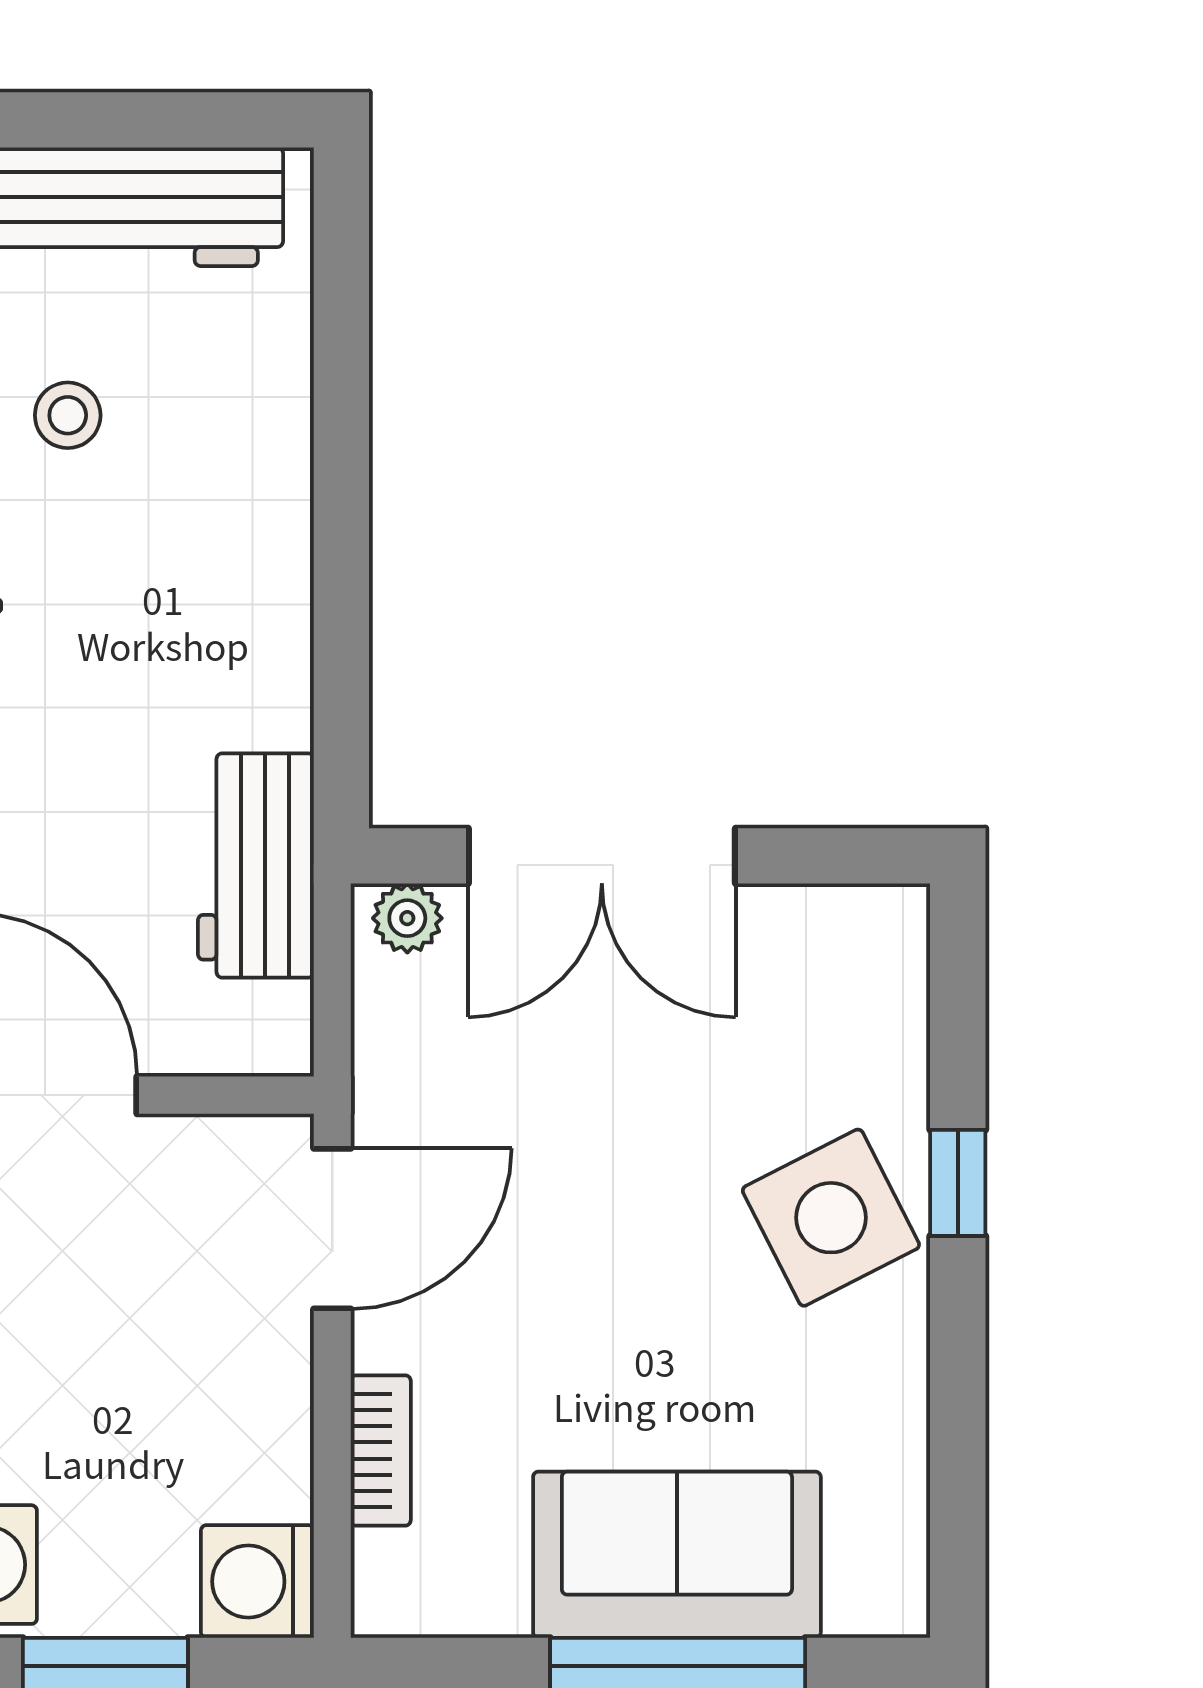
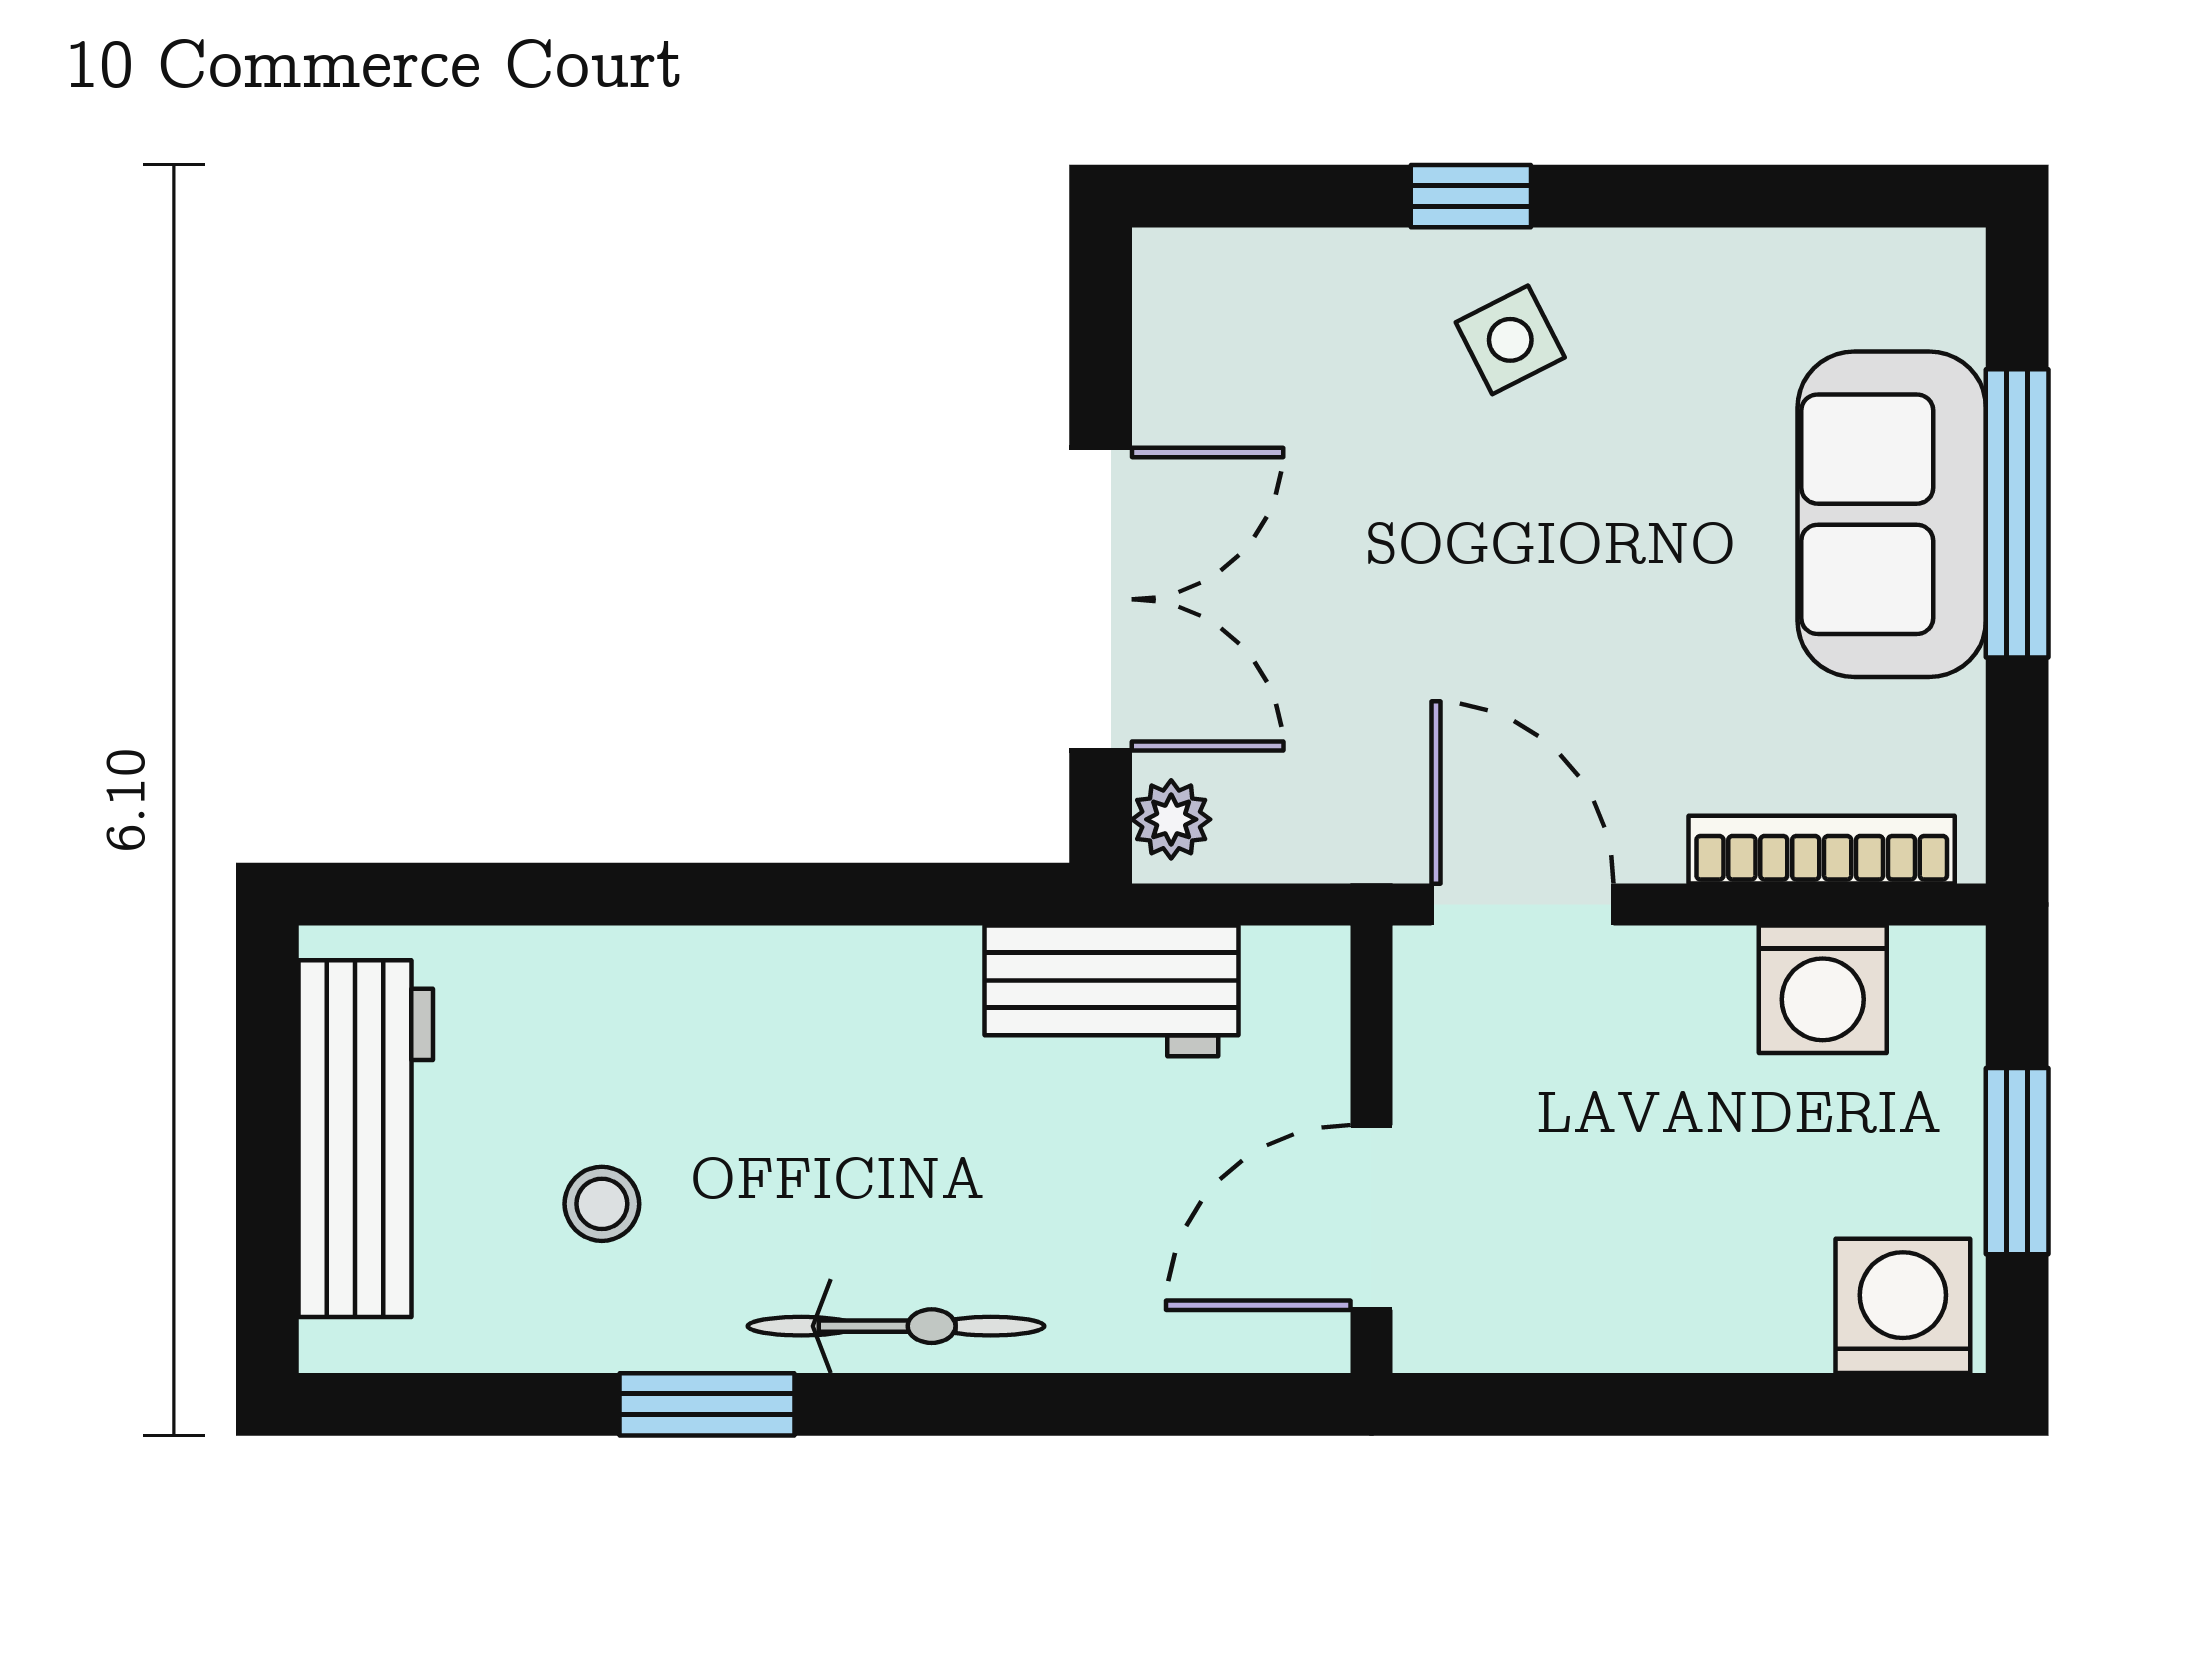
side table: (831, 1218) -> (1510, 340), width x0.54, depth x0.54
bookcase: (381, 1450) -> (1822, 850), width x1.56
washing machine: (257, 1581) -> (1823, 989), moved

